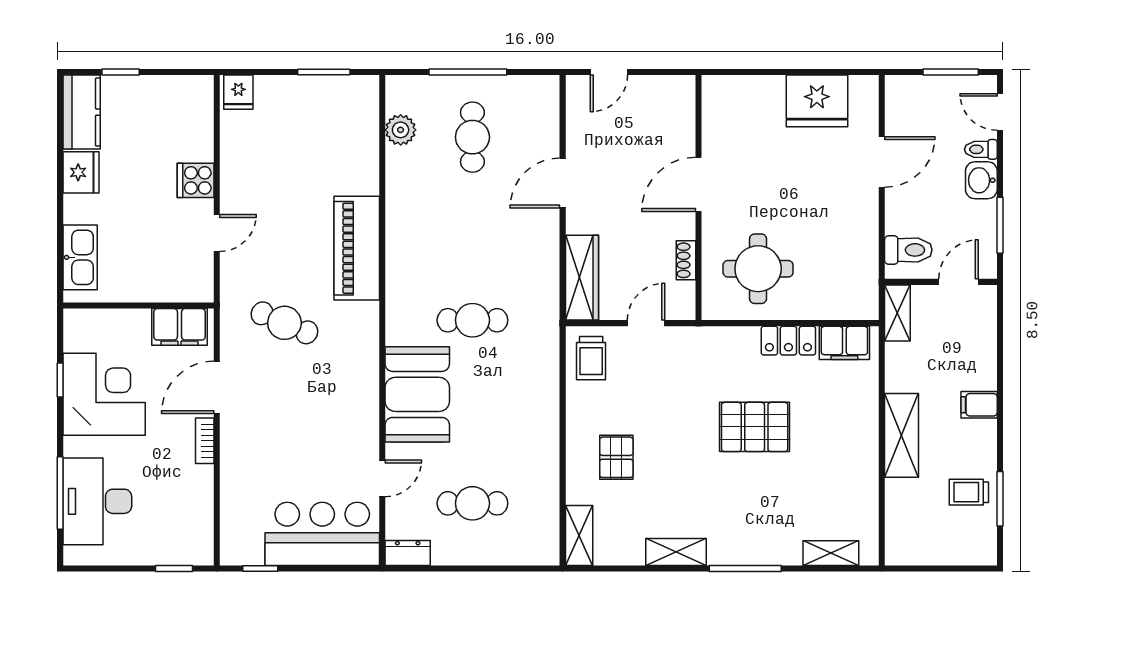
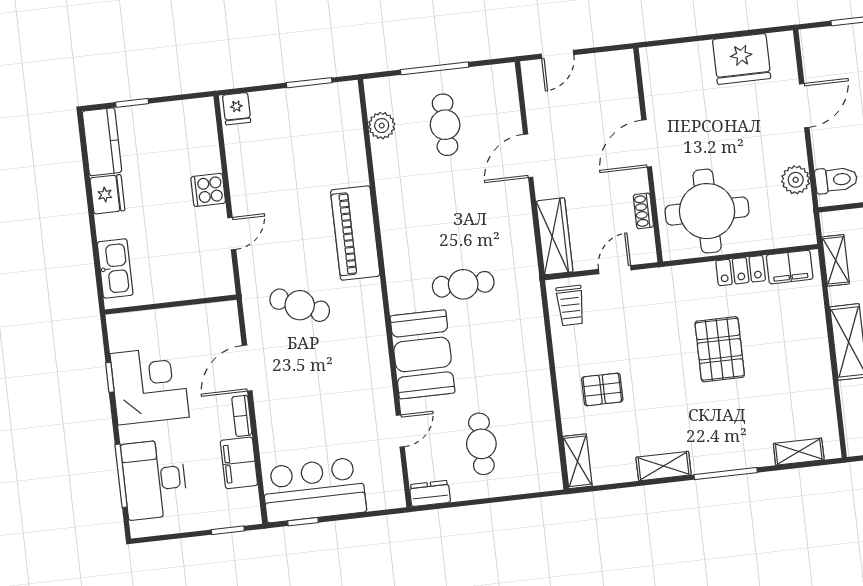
plant: (863, 245) -> (796, 180), added
round table: (758, 269) -> (707, 211), width x1.36, depth x1.36
shelving: (897, 313) -> (836, 260), moved
filing cabinet: (180, 327) -> (239, 463), moved, turned 90
pallet: (755, 427) -> (720, 349), turned 90
pallet: (616, 457) -> (602, 389), turned 90
cafe table: (472, 503) -> (481, 444), turned 90
bar counter: (322, 534) -> (314, 490), moved

